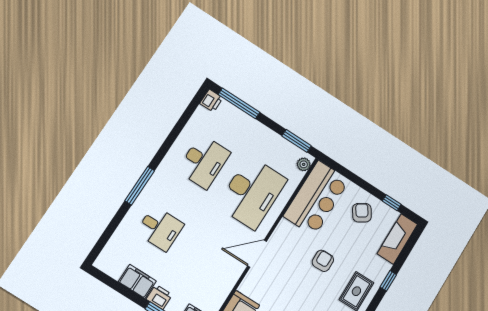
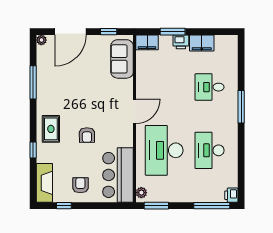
armchair: (362, 213) -> (80, 185), turned -147

